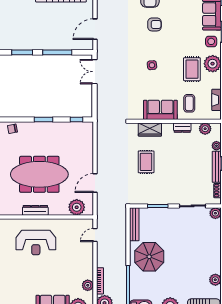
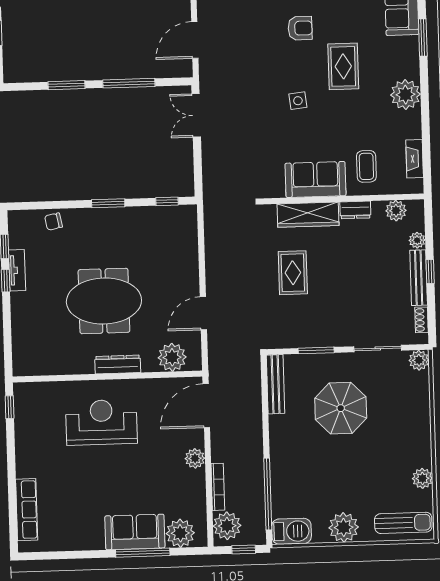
side table: (211, 41) -> (402, 55), removed
rug: (192, 69) -> (343, 66), moved
wardrobe: (150, 129) -> (308, 215), width x1.50
meeting table: (39, 174) -> (104, 301), width x0.73
dresser: (35, 210) -> (118, 364), moved
door: (95, 235) -> (206, 406), width x1.88
reception desk: (36, 243) -> (101, 422), turned 180
parasol: (149, 257) -> (341, 408), moved
plant: (88, 285) -> (195, 458), moved

